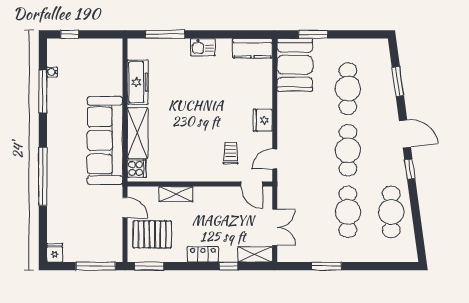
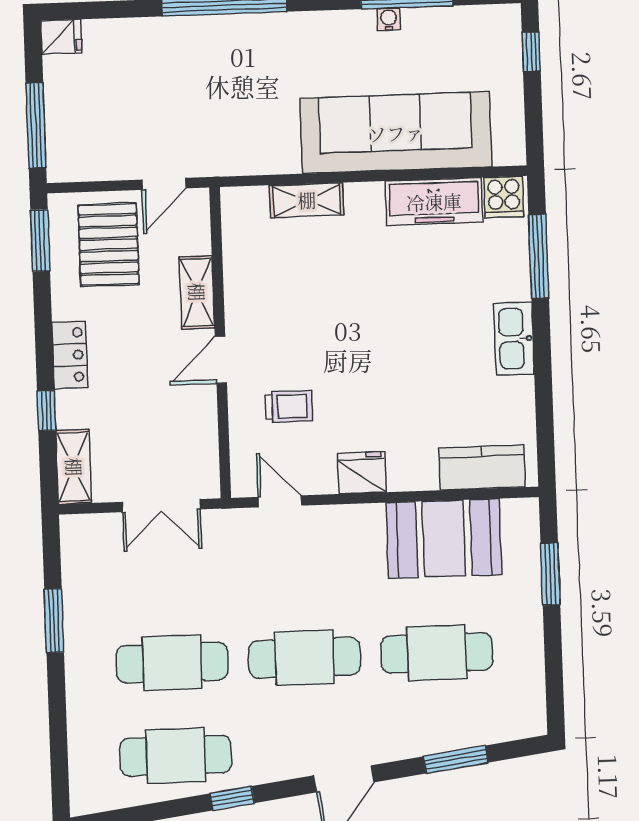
kitchen sink: (203, 47) -> (514, 339), width x1.38
kitchen counter: (252, 48) -> (482, 467), moved, turned 90
booth: (295, 65) -> (444, 539), moved
water cooler: (52, 72) -> (389, 19), moved
shelving: (138, 133) -> (307, 200), width x0.67, depth x0.75
sofa: (105, 140) -> (396, 133), moved
cooker: (137, 169) -> (504, 197), moved
window: (410, 169) -> (232, 798), moved
door: (252, 184) -> (221, 360), moved
double door: (275, 227) -> (161, 506), moved

